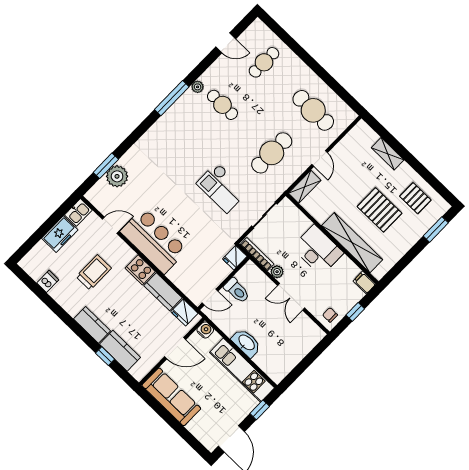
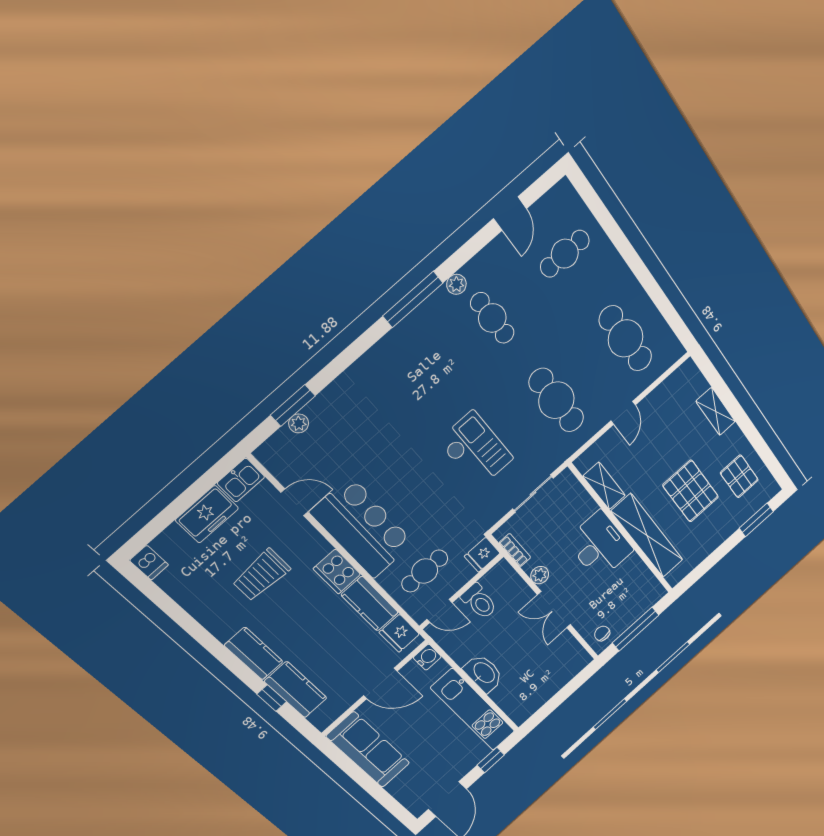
door: (226, 43) -> (510, 214), hinge flipped
cafe table: (272, 153) -> (556, 400), turned 90
plant: (117, 176) -> (299, 423), width x0.53, depth x0.53
shelving: (305, 187) -> (604, 486), moved, turned 90
checkout: (222, 188) -> (476, 450), turned 180
bookcase: (257, 254) -> (515, 550), width x0.64
cafe table: (197, 269) -> (425, 571), added
trolley: (94, 272) -> (261, 575), turned 180
dishwasher: (48, 281) -> (149, 563), moved, turned 90
filing cabinet: (364, 283) -> (654, 590), removed
window: (355, 312) -> (636, 629), width x2.17

